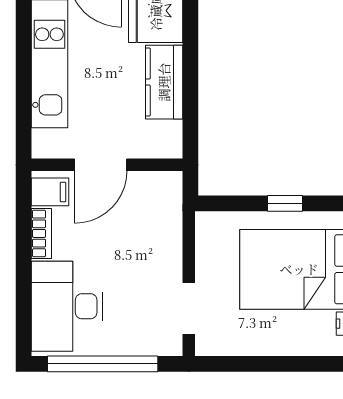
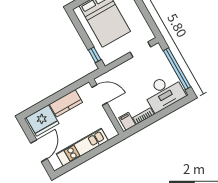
door: (101, 165) -> (100, 95), moved
window: (285, 203) -> (95, 55), moved

